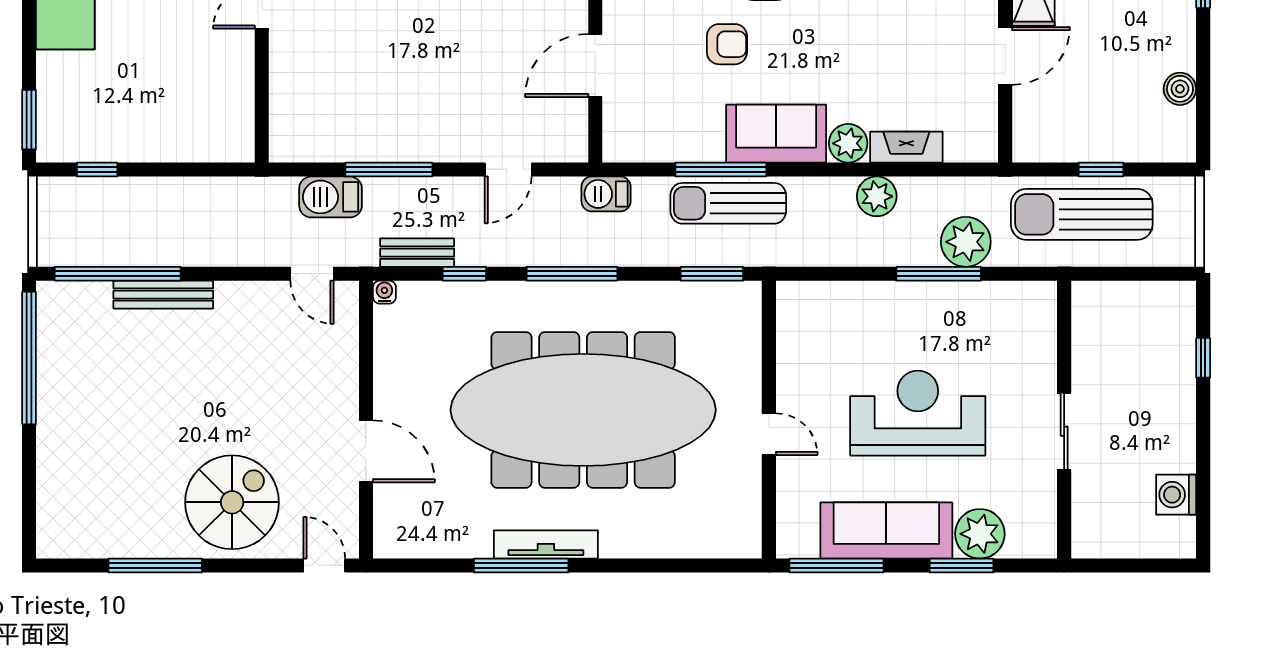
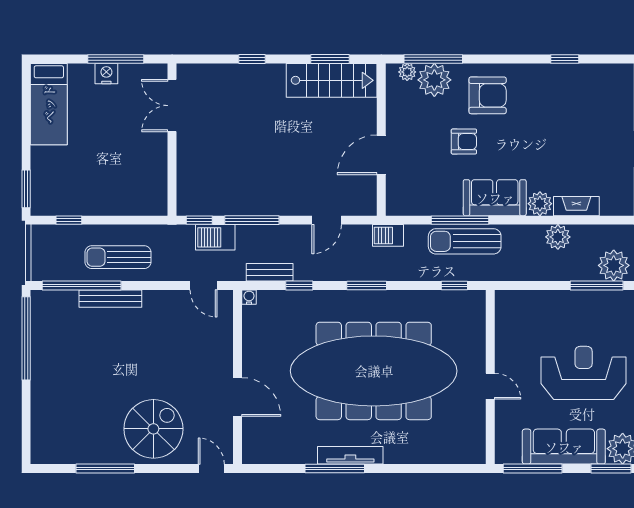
window: (305, 169) -> (199, 220), added
sun lounger: (176, 228) -> (118, 257), added
window: (572, 274) -> (367, 285), width x0.69
window: (712, 274) -> (454, 285), width x0.67

